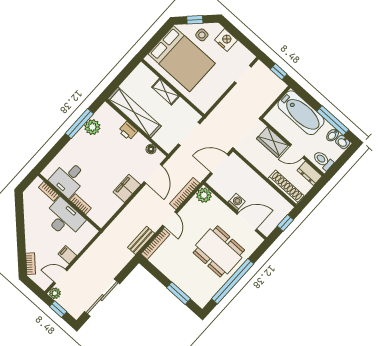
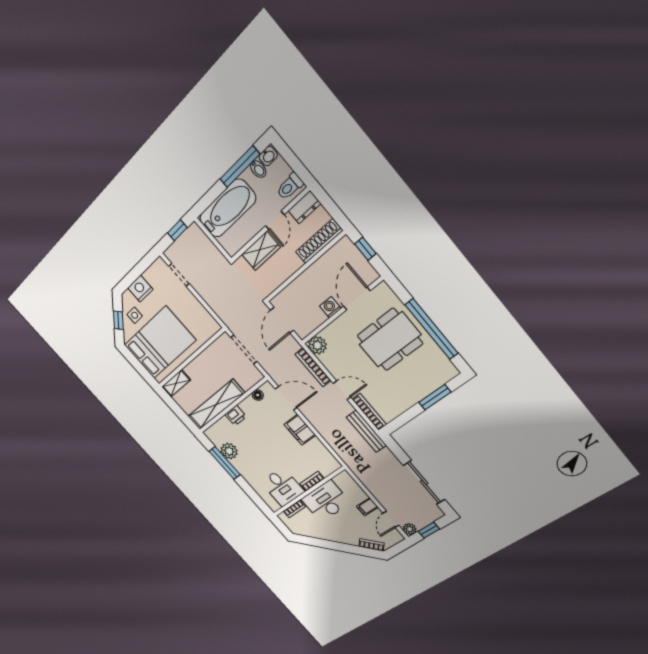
shelving: (166, 92) -> (176, 383), moved
bench: (141, 240) -> (366, 431), width x1.36

